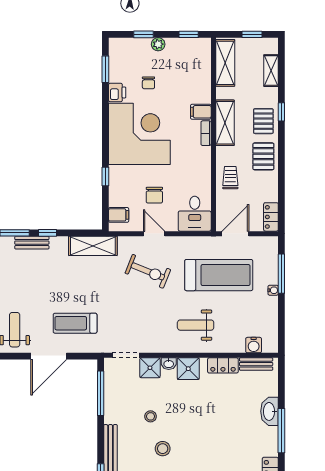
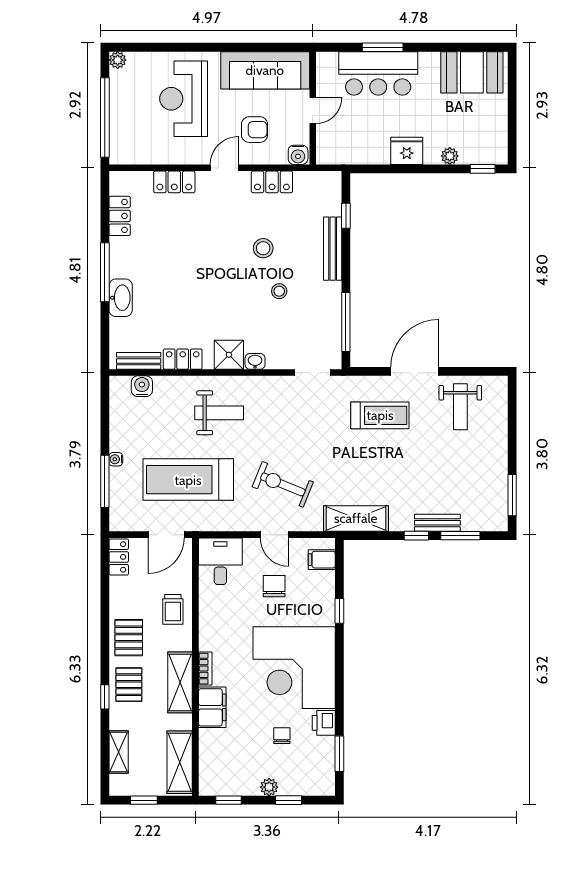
filing cabinet: (201, 112) -> (212, 707), width x2.00
shower: (150, 368) -> (280, 356), removed

